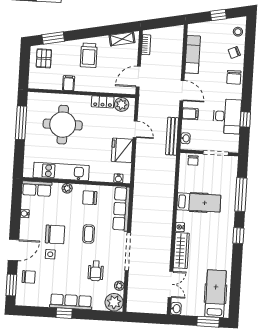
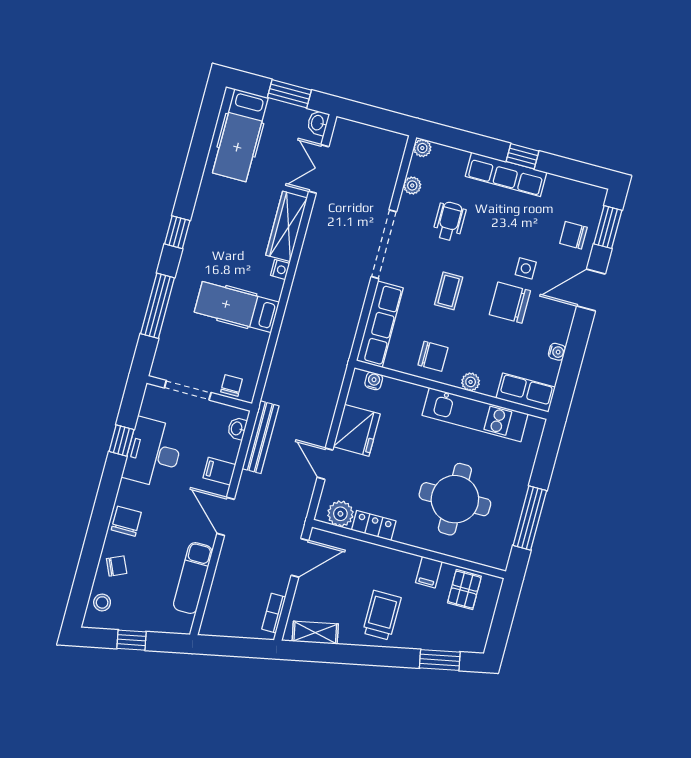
pallet: (44, 58) -> (464, 590), moved
plant: (114, 302) -> (422, 148), width x0.53, depth x0.53
window: (208, 322) -> (289, 94), moved

